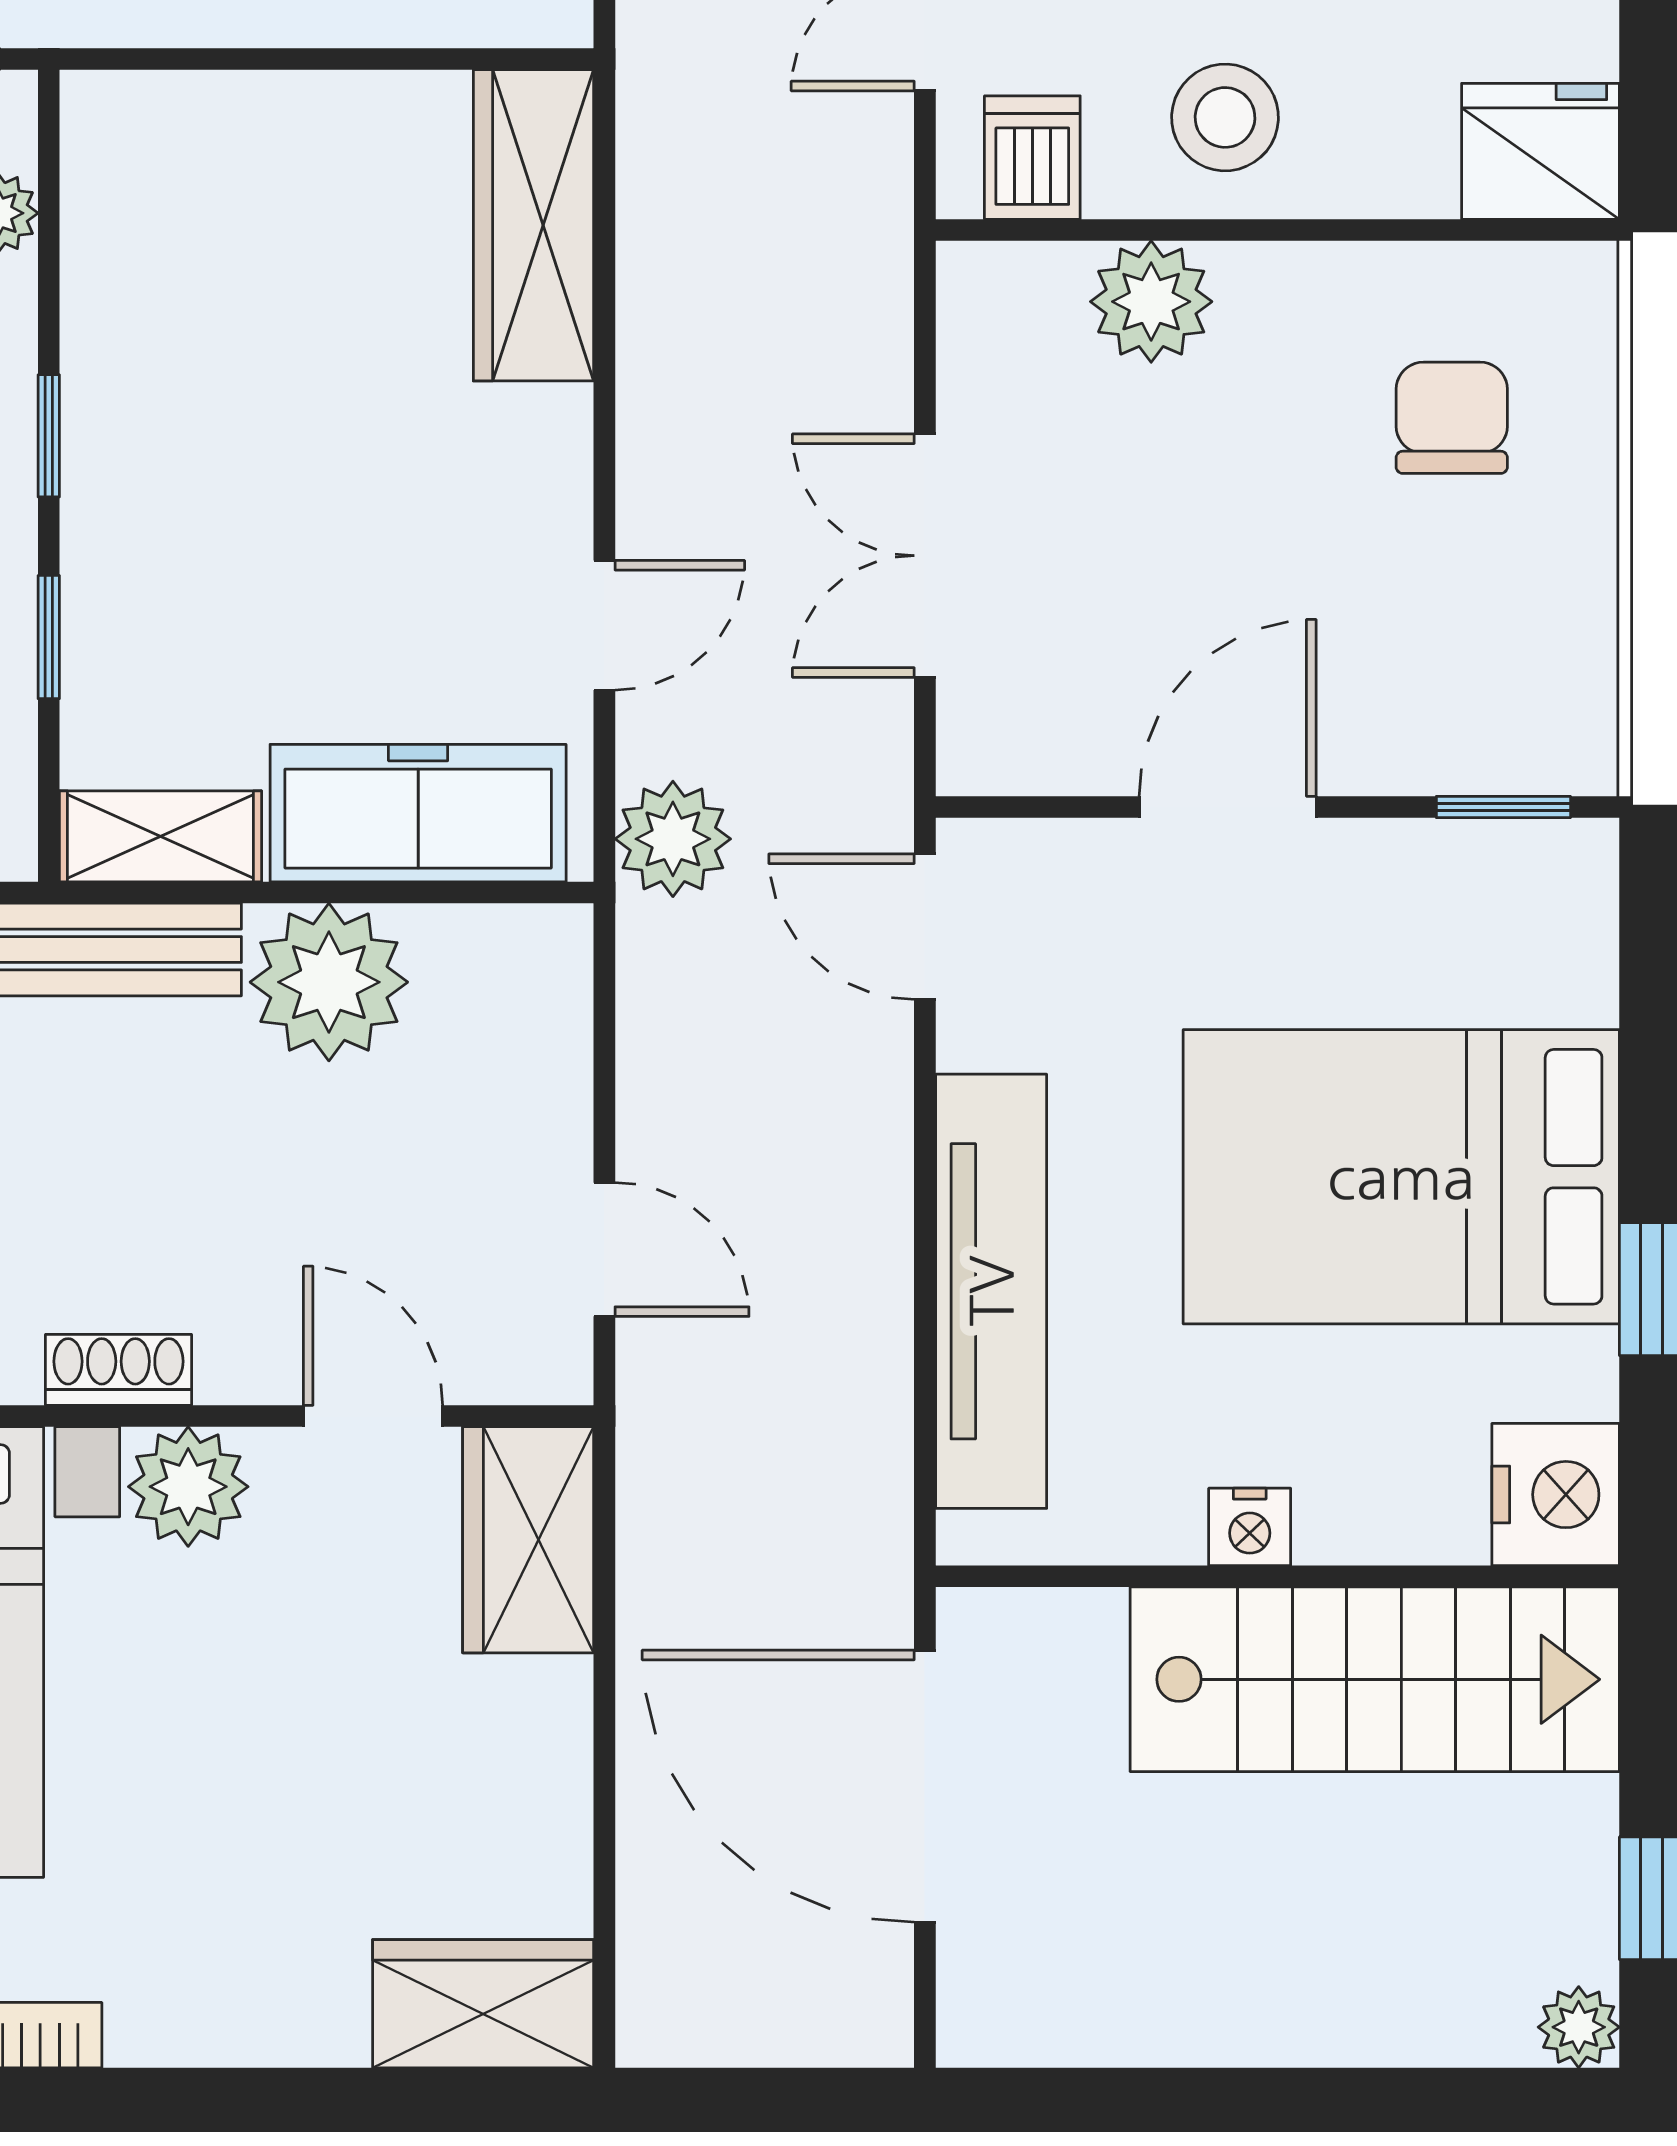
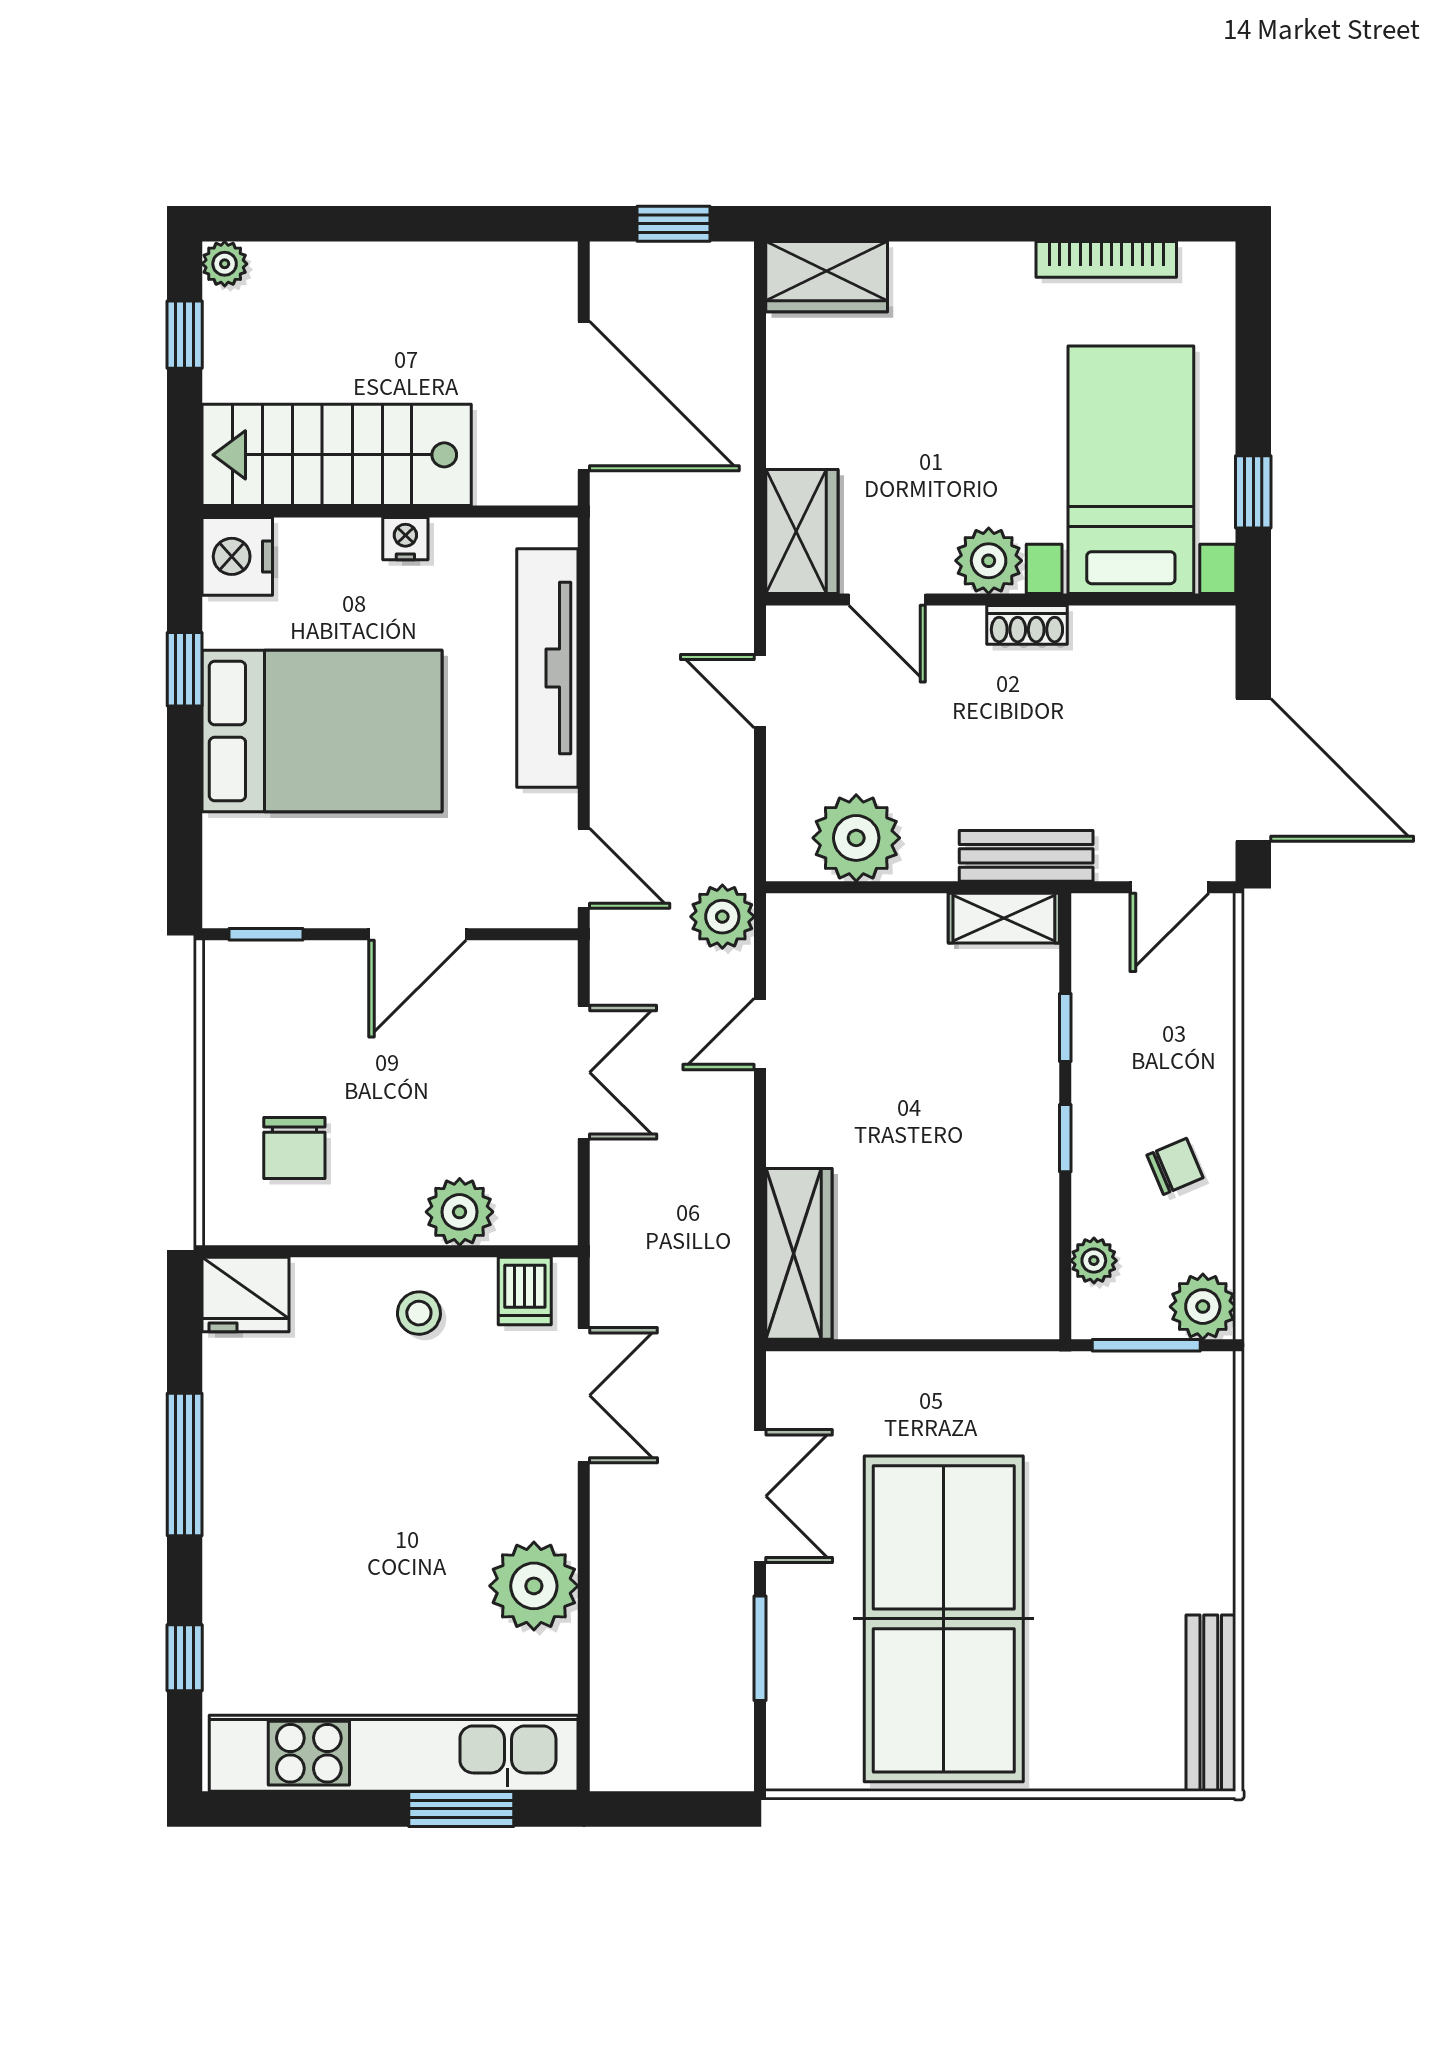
stool: (1225, 117) -> (419, 1313), width x0.73, depth x0.73
freezer: (418, 813) -> (862, 931), removed
plant: (329, 982) -> (856, 838), moved
window: (762, 2100) -> (673, 224), added

